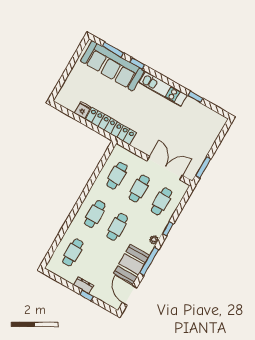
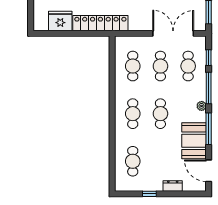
fridge: (83, 110) -> (60, 21), width x1.88, depth x1.34
window: (182, 204) -> (209, 58), added
window: (168, 229) -> (209, 88), width x2.17
dresser: (84, 285) -> (173, 186), moved
window: (87, 295) -> (149, 194), moved

